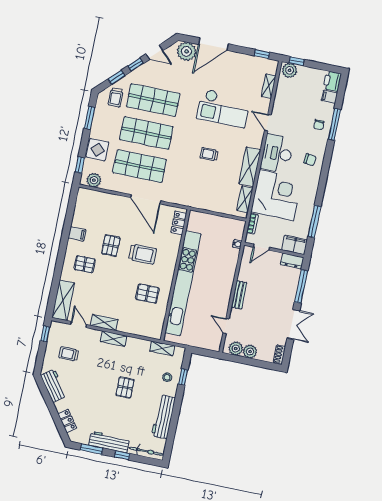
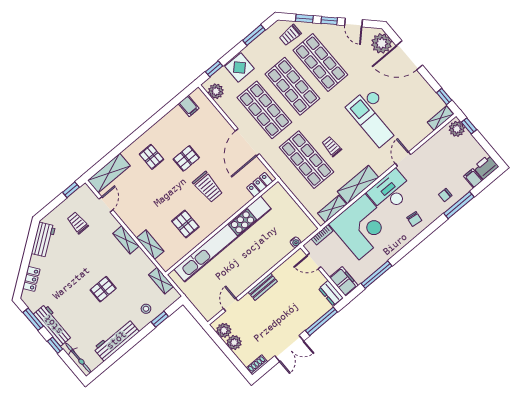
shelving: (269, 86) -> (440, 118), moved
shop shelf: (198, 178) -> (306, 160), added
filing cabinet: (77, 234) -> (189, 106), moved
shelving: (104, 322) -> (150, 245), moved

